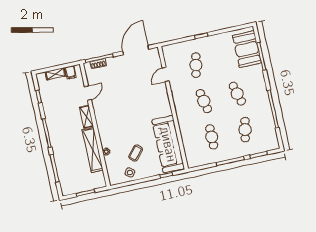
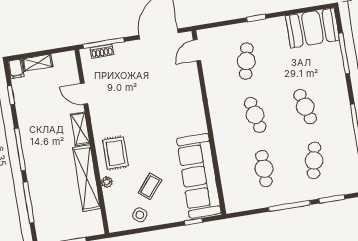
booth: (247, 49) -> (313, 28), moved, turned 90
filing cabinet: (70, 72) -> (16, 69), moved
door: (166, 75) -> (197, 50), moved
door: (88, 93) -> (84, 94), swing flipped
rug: (111, 132) -> (115, 153), added

